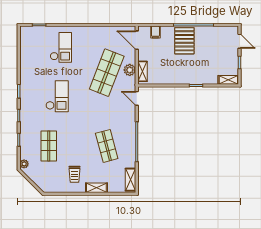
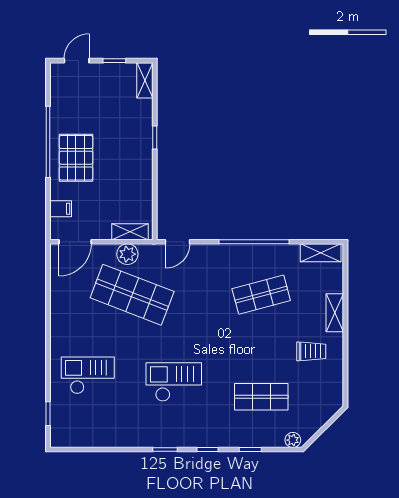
pallet: (184, 41) -> (76, 158), turned 90

